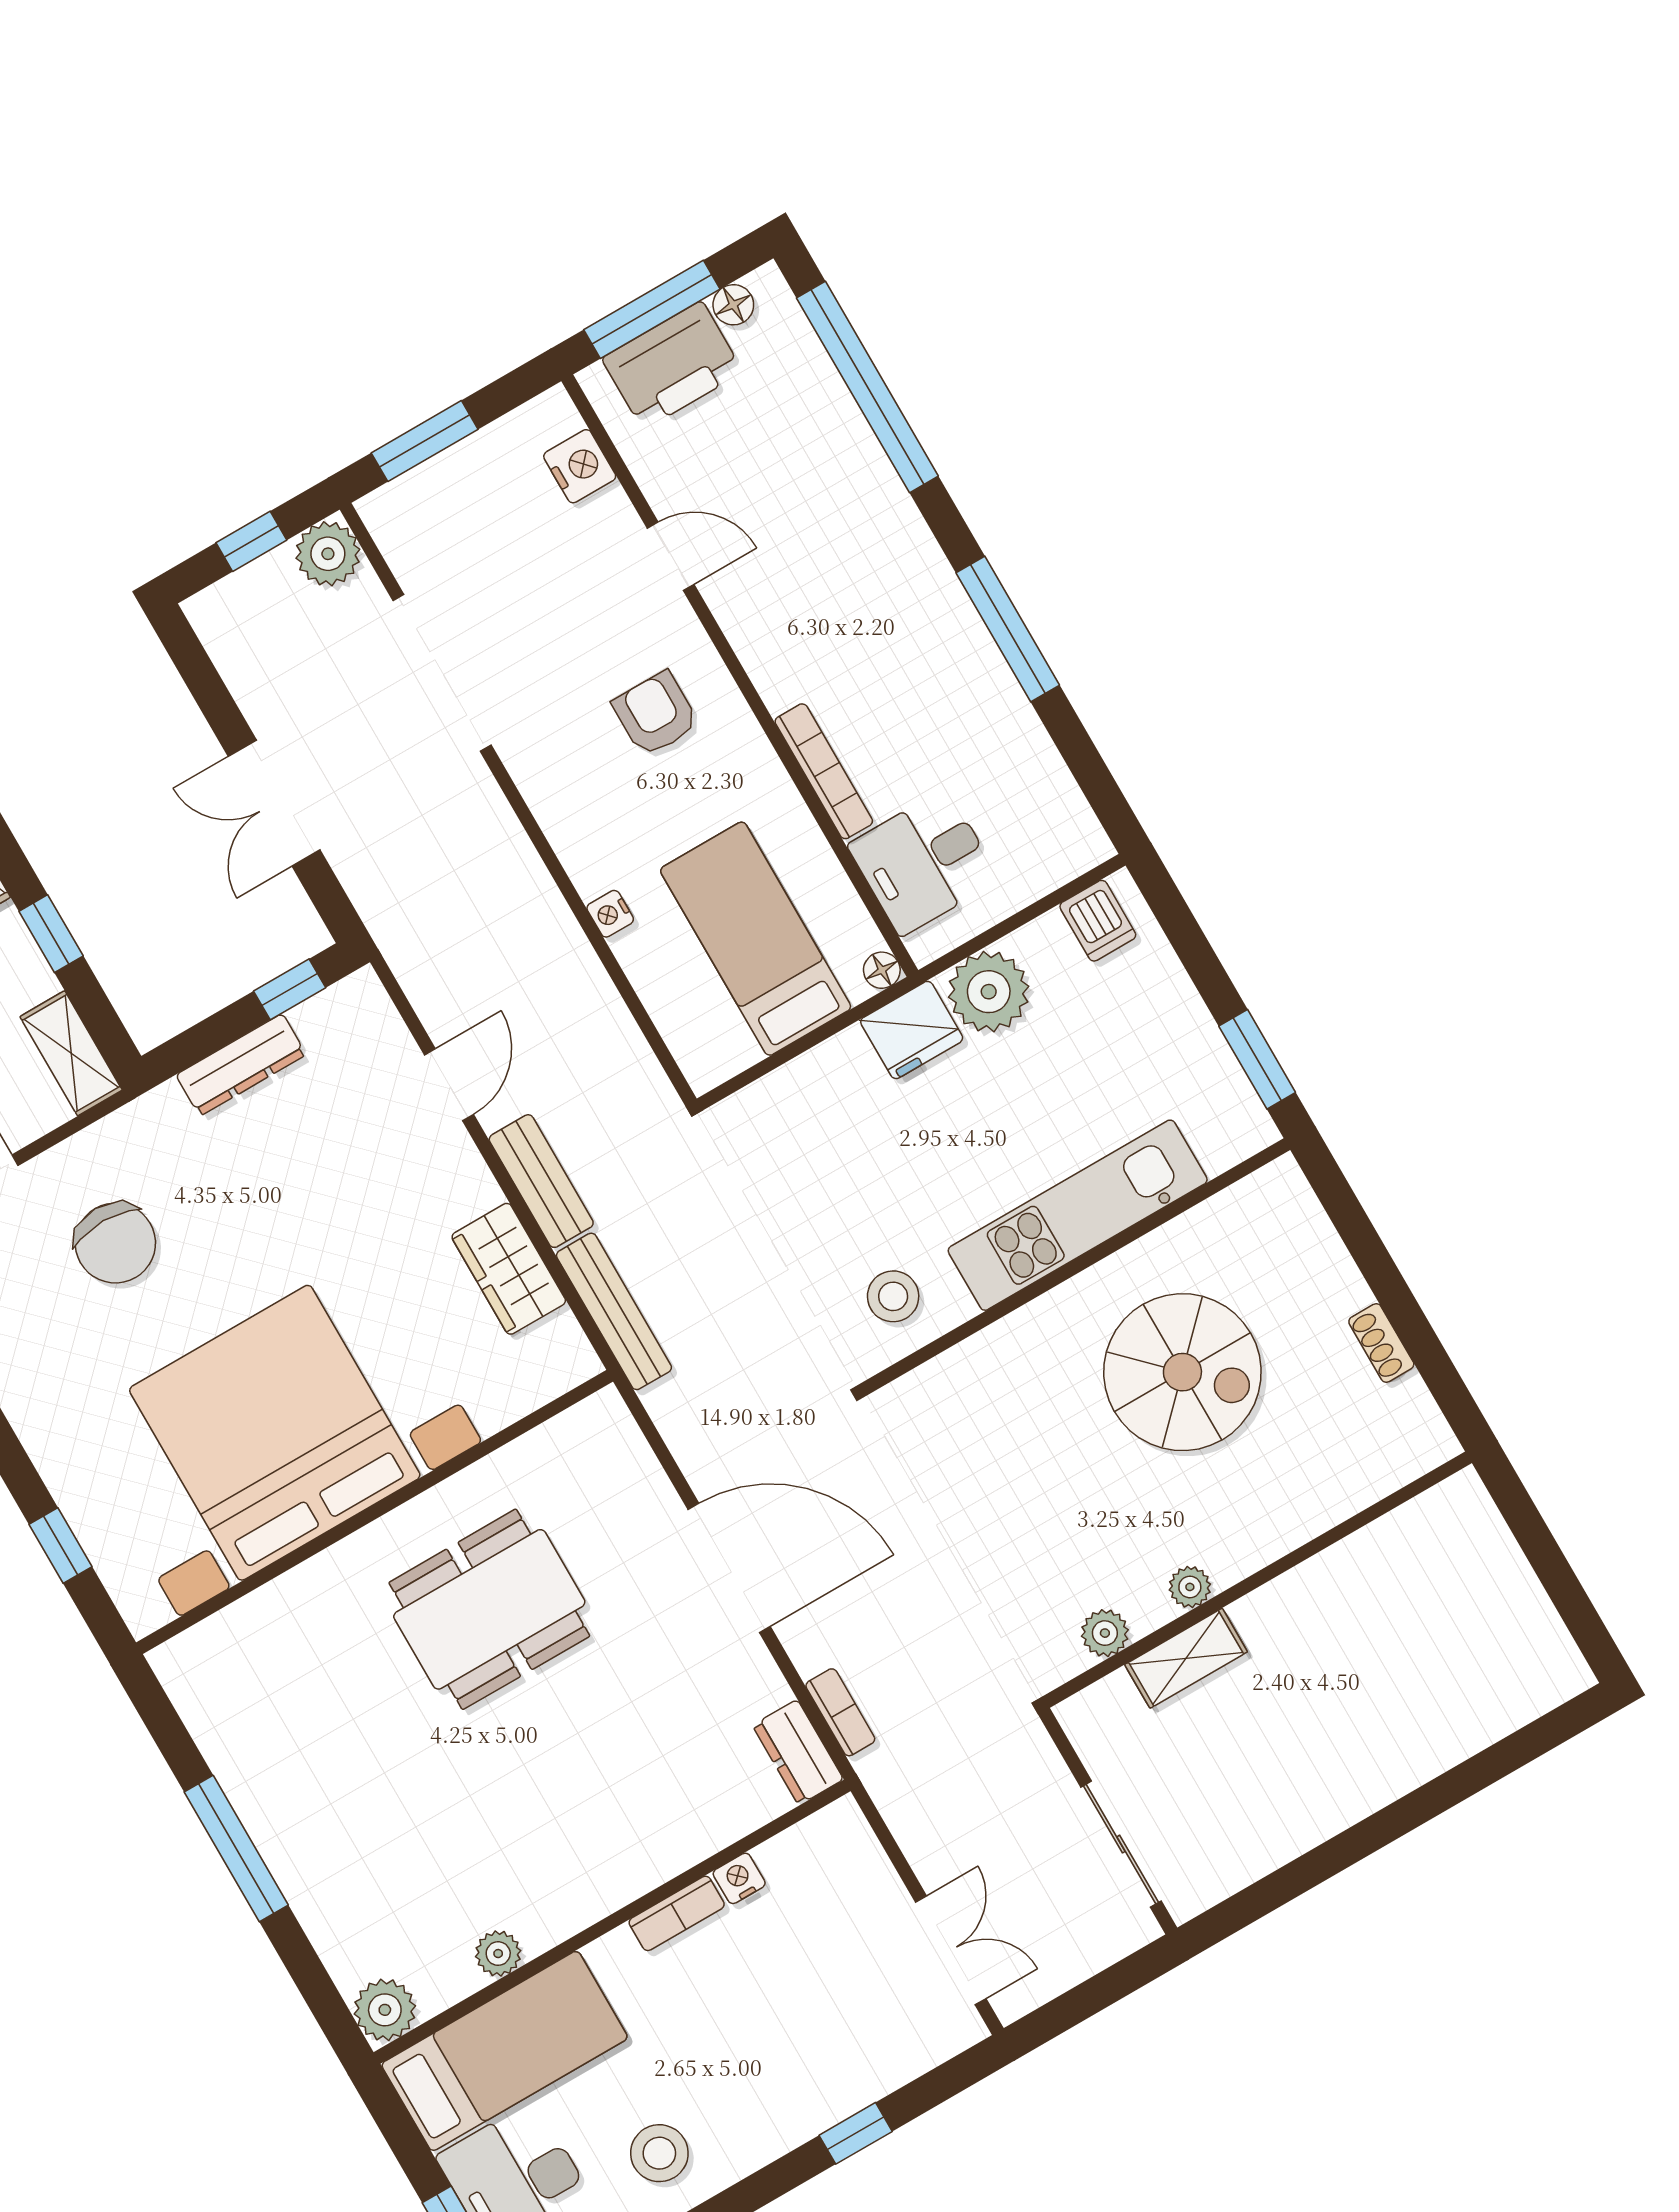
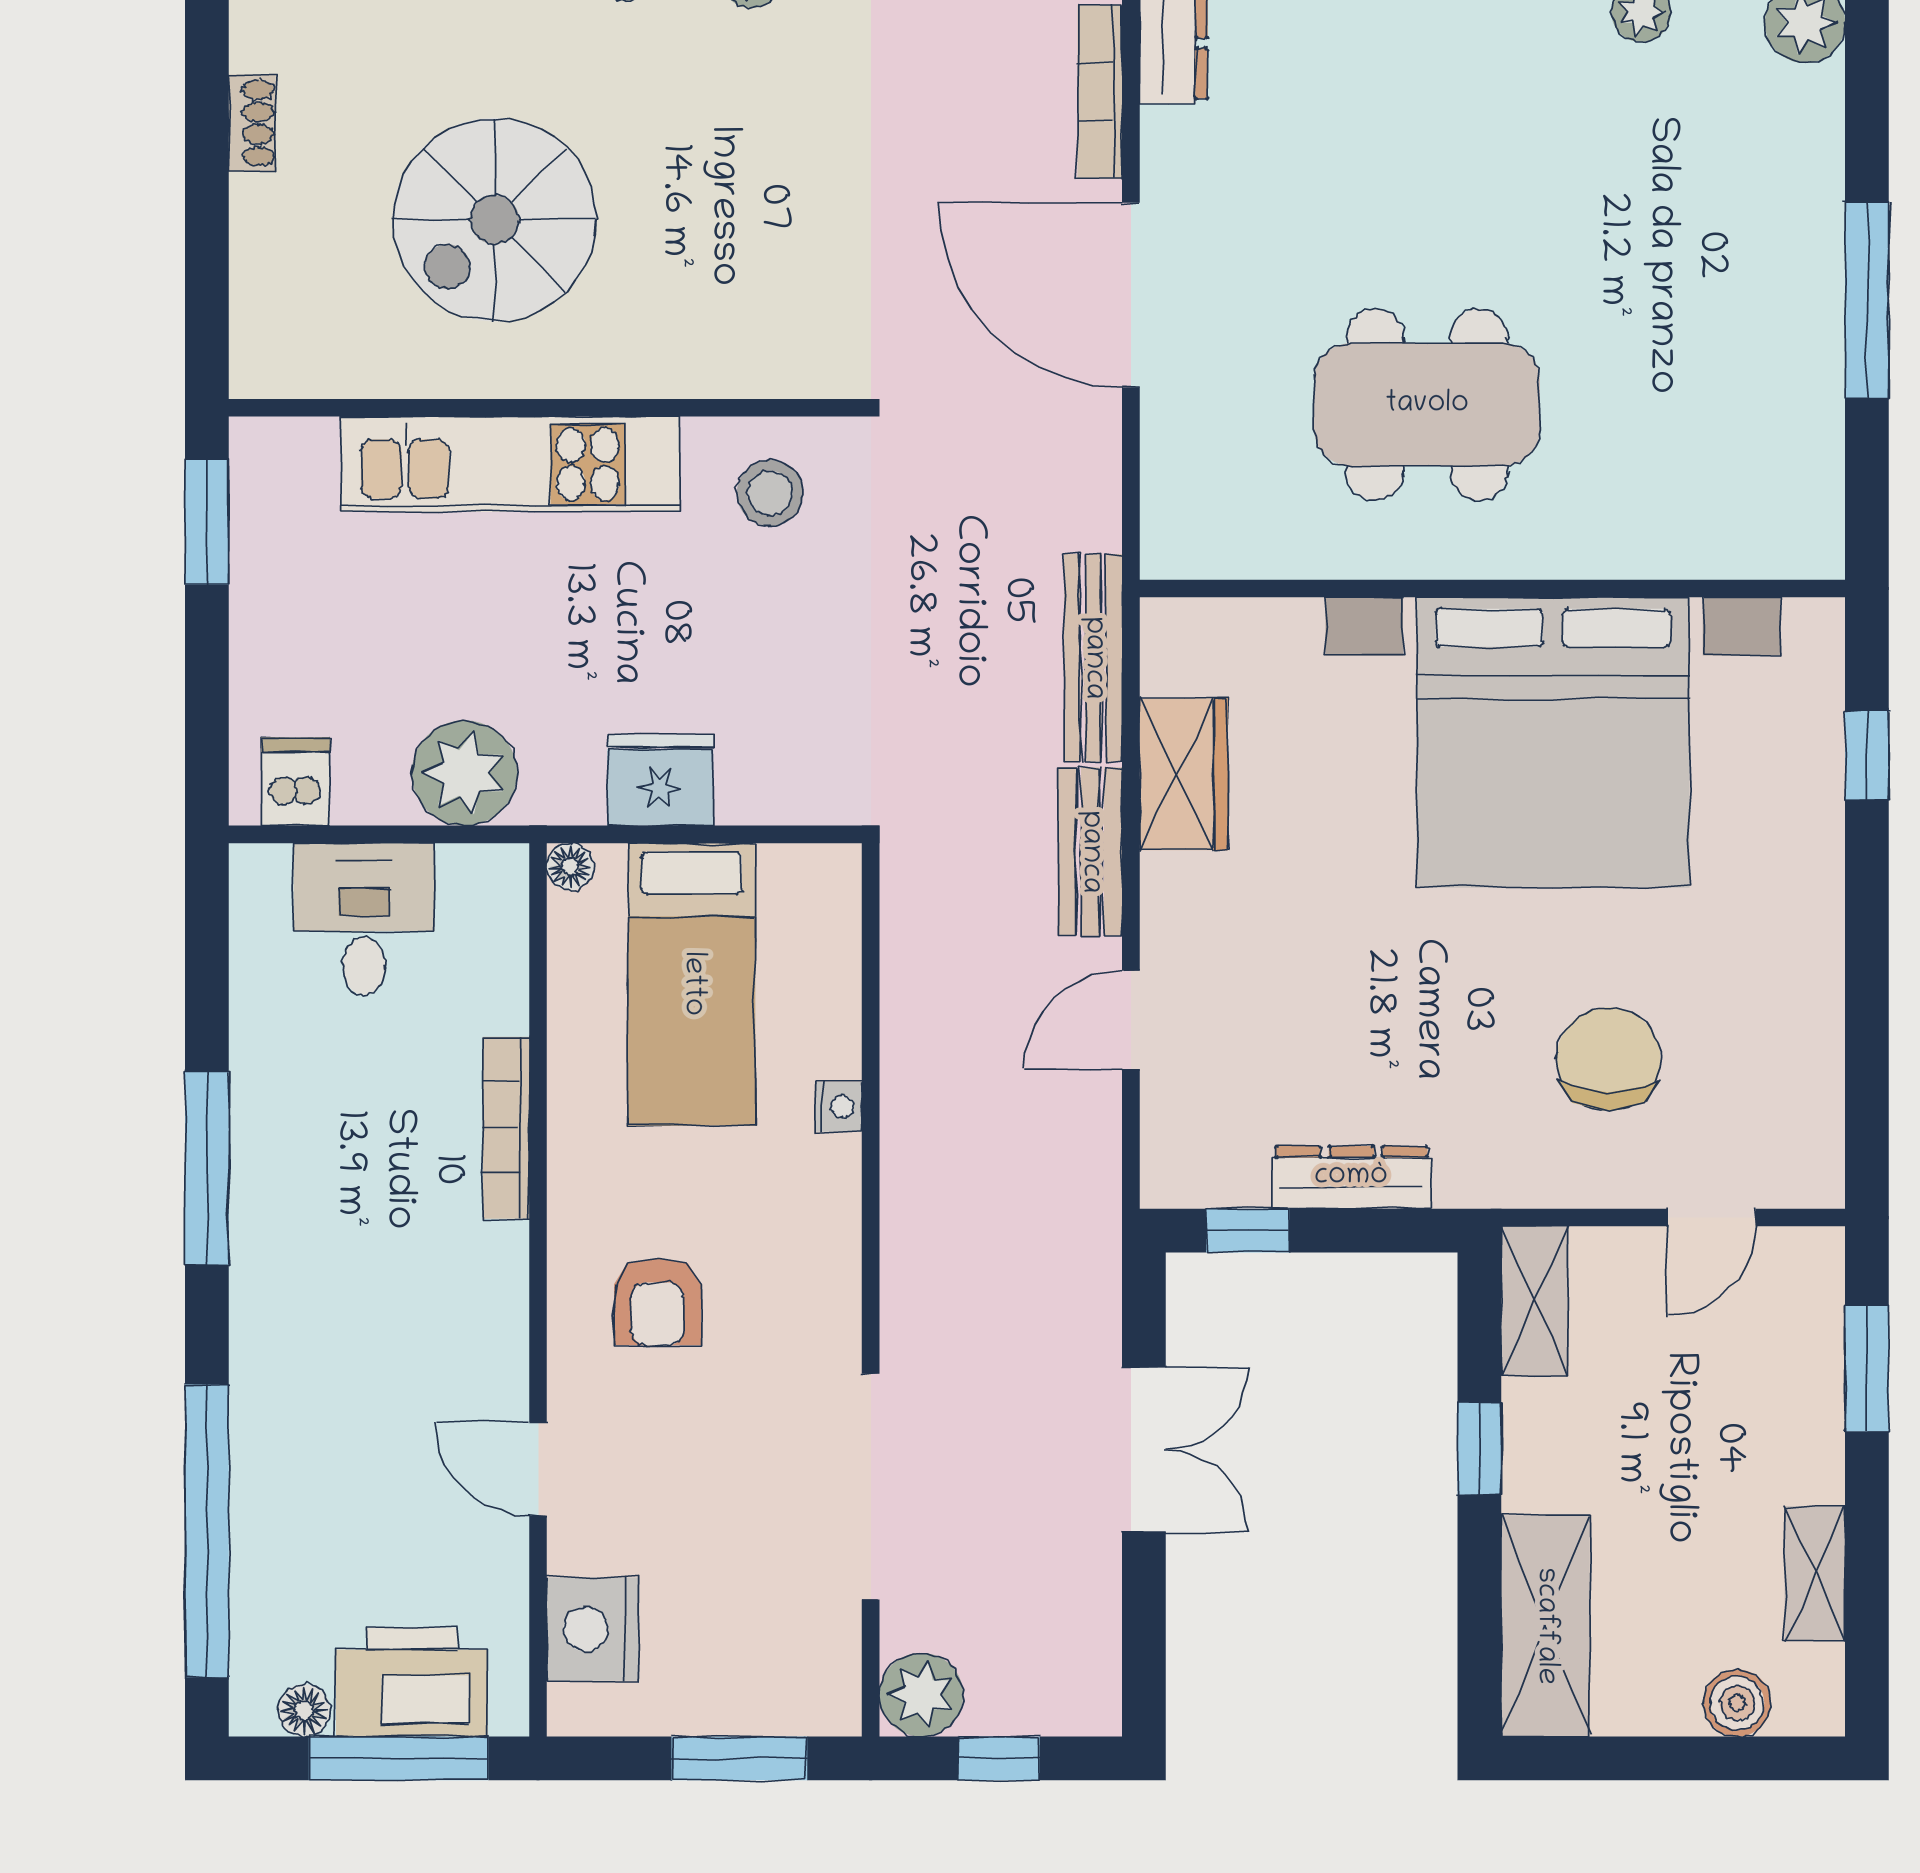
nightstand: (580, 466) -> (593, 1629), width x1.36, depth x1.33
desk: (923, 862) -> (364, 919), moved, turned -90
fridge: (912, 1030) -> (660, 780), moved
spiral stairs: (1182, 1372) -> (494, 220), turned -90
bookcase: (840, 1712) -> (1100, 92), width x1.56

